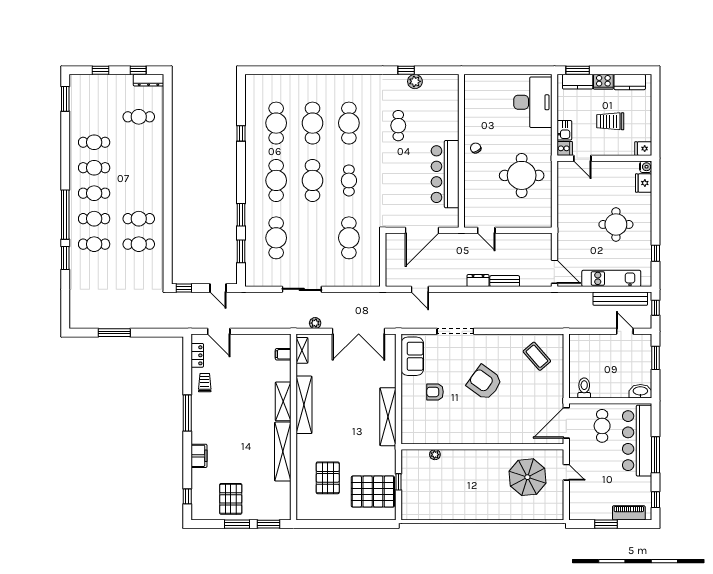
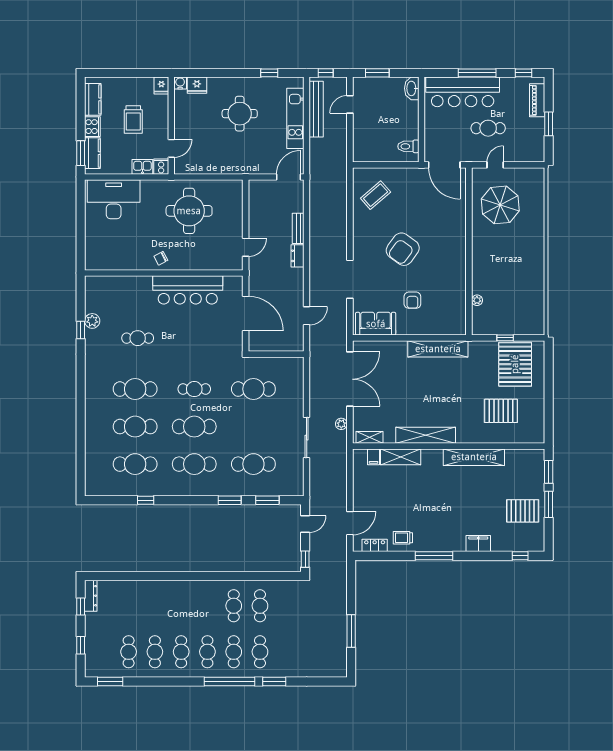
cafe table: (139, 117) -> (129, 652), moved
shelving: (283, 401) -> (401, 457), moved
cafe table: (602, 426) -> (488, 128), moved

